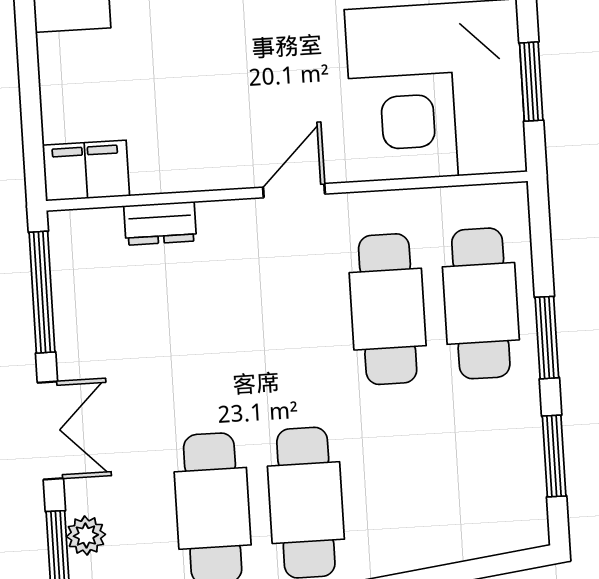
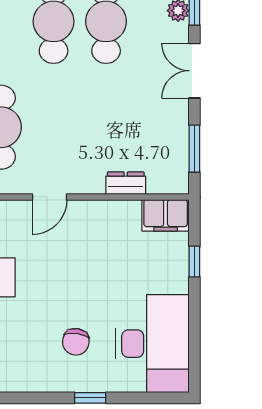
window: (30, 92) -> (194, 262), added
window: (42, 292) -> (194, 149), width x0.69

